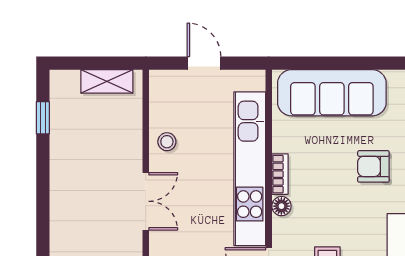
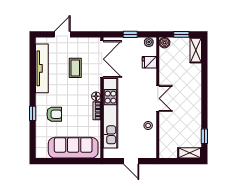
shelving: (107, 81) -> (190, 153), moved
double door: (146, 201) -> (158, 98), swing flipped

